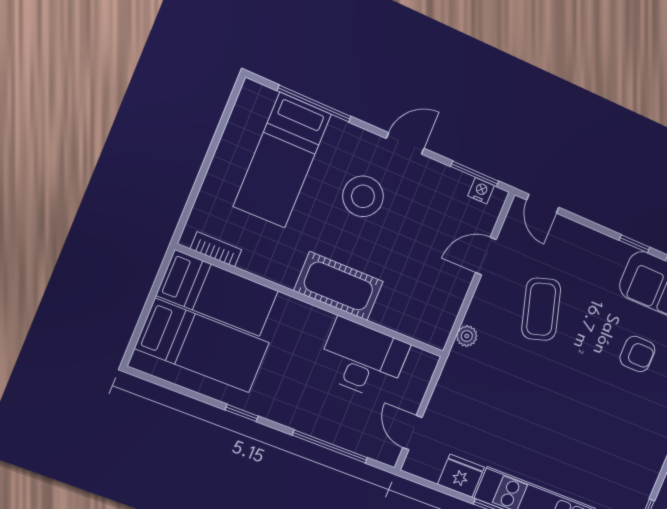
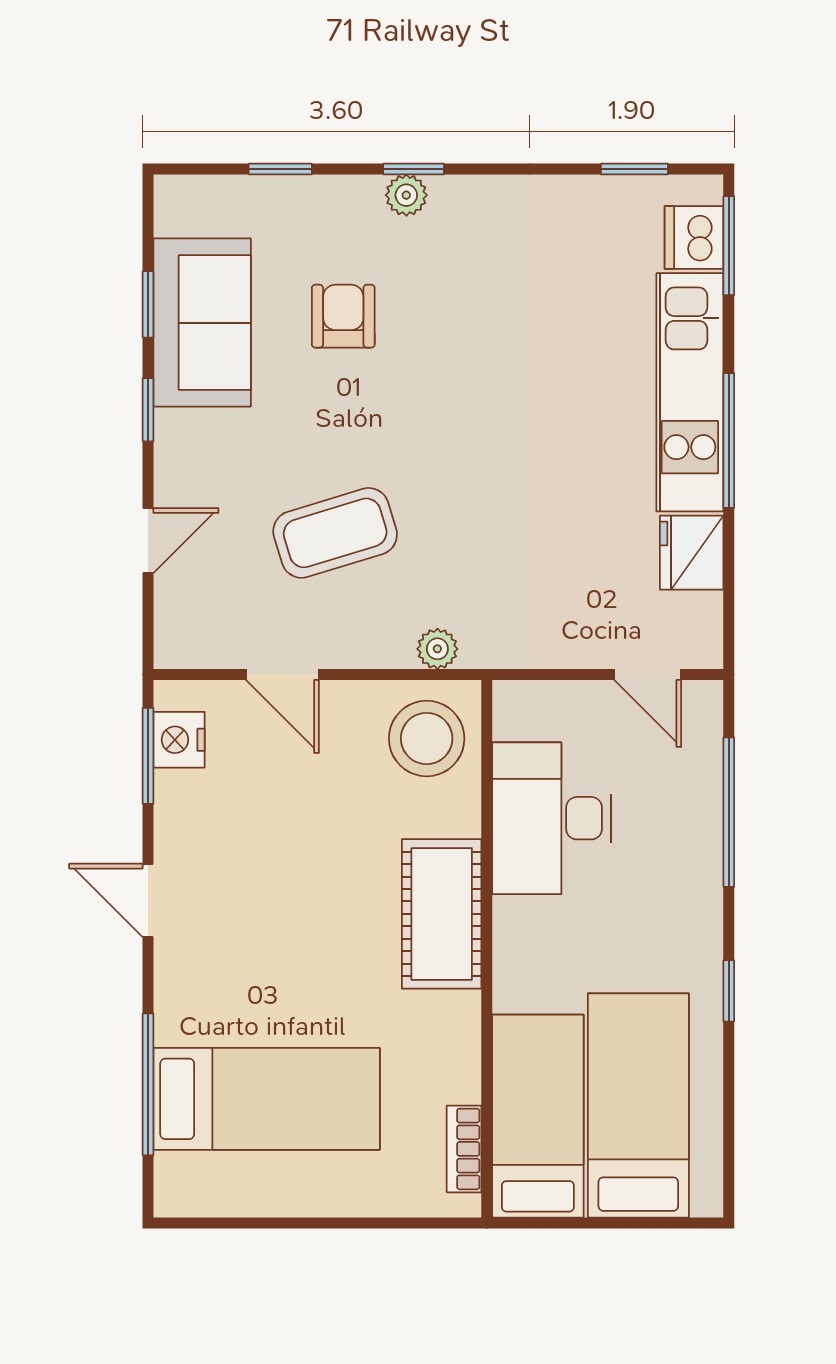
nightstand: (481, 191) -> (179, 740), width x1.39, depth x1.35
stool: (363, 196) -> (427, 738), moved
door: (543, 204) -> (148, 541), moved
door: (412, 433) -> (648, 675), hinge flipped

